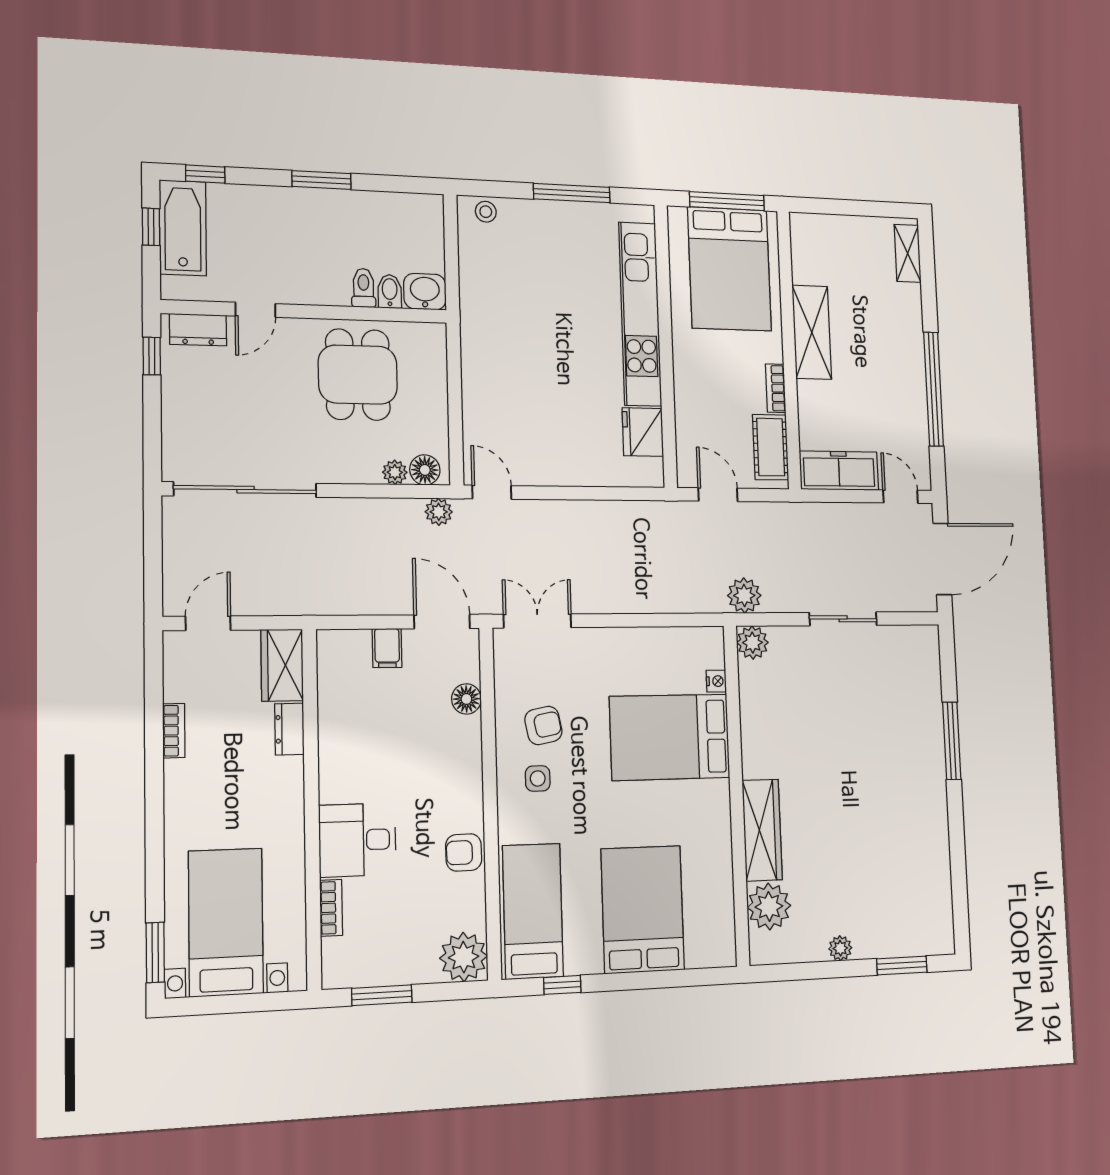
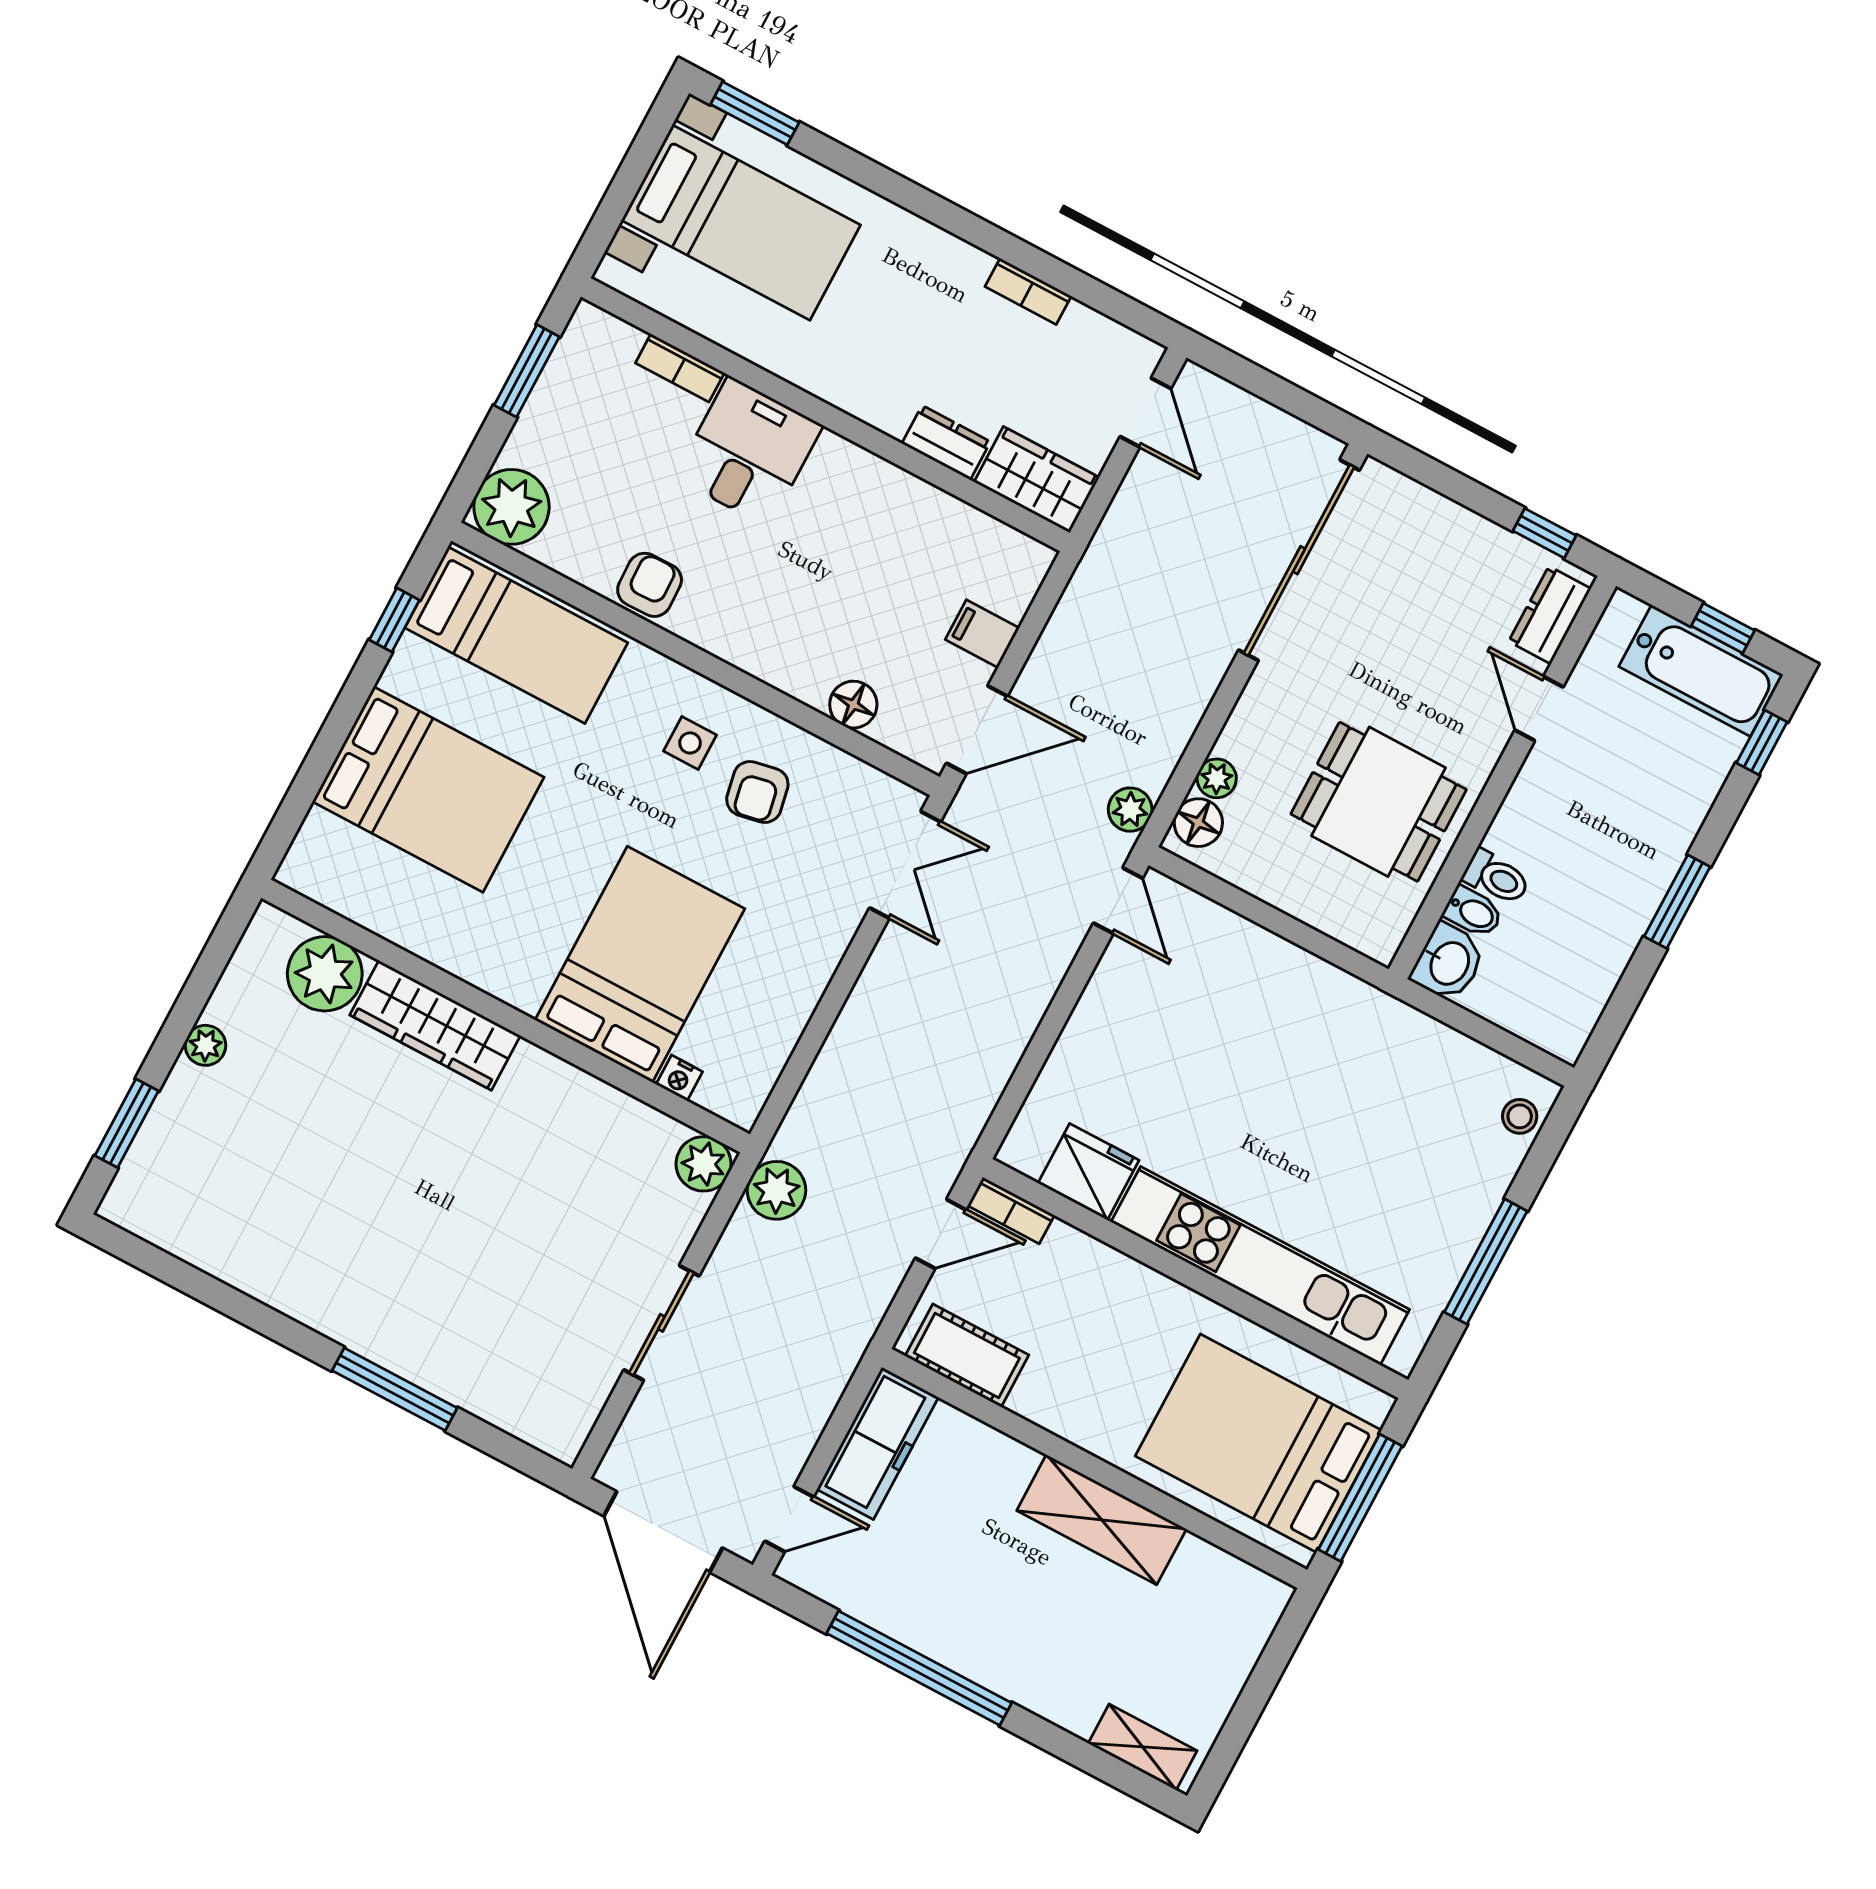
bookcase: (776, 388) -> (1011, 1210), moved, turned 180
door: (492, 492) -> (1118, 901), hinge flipped

